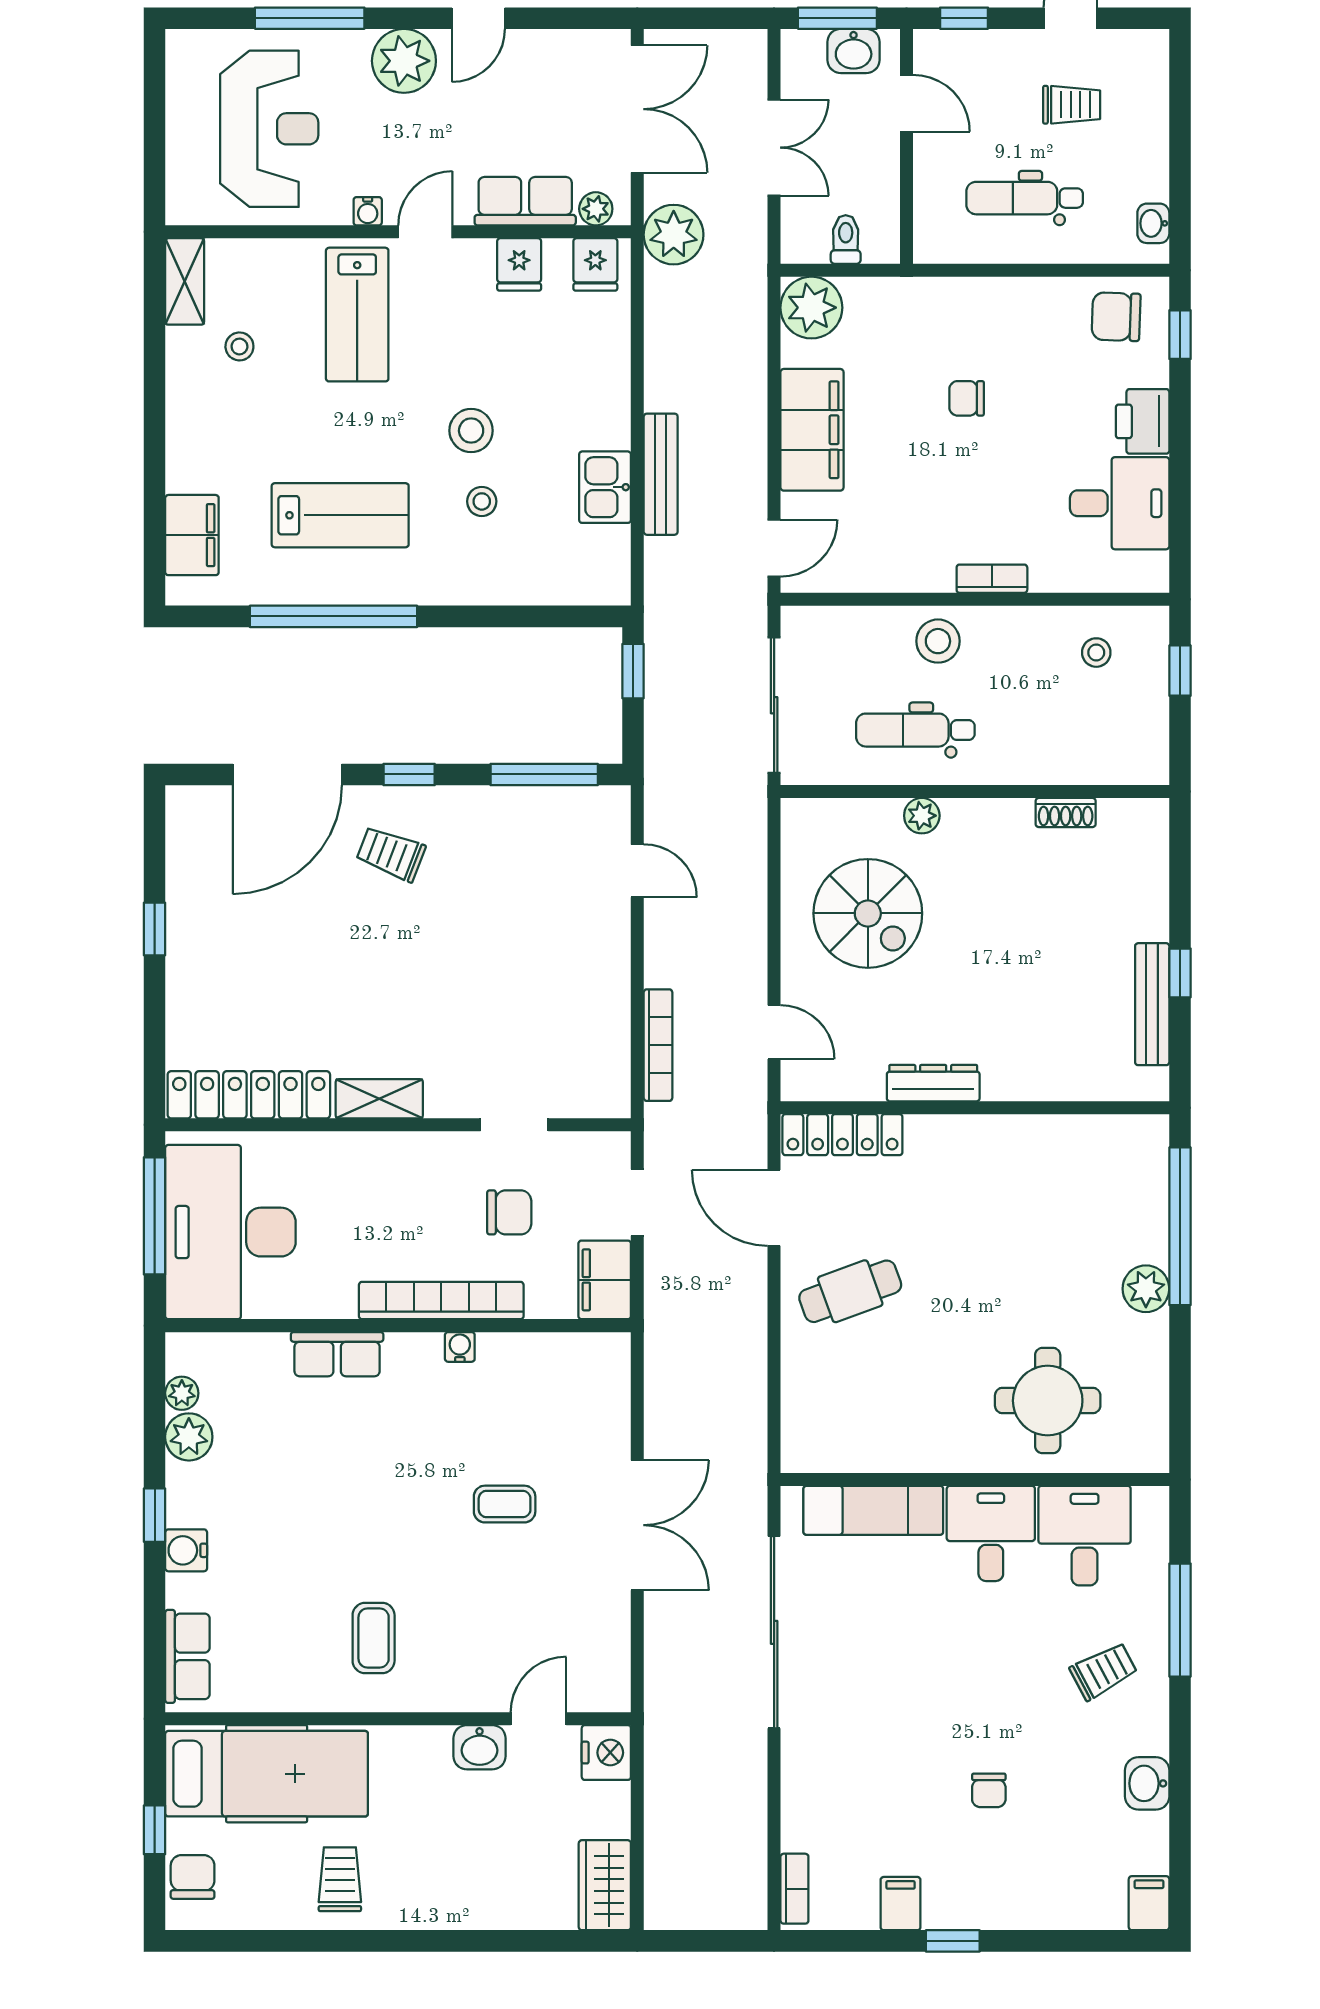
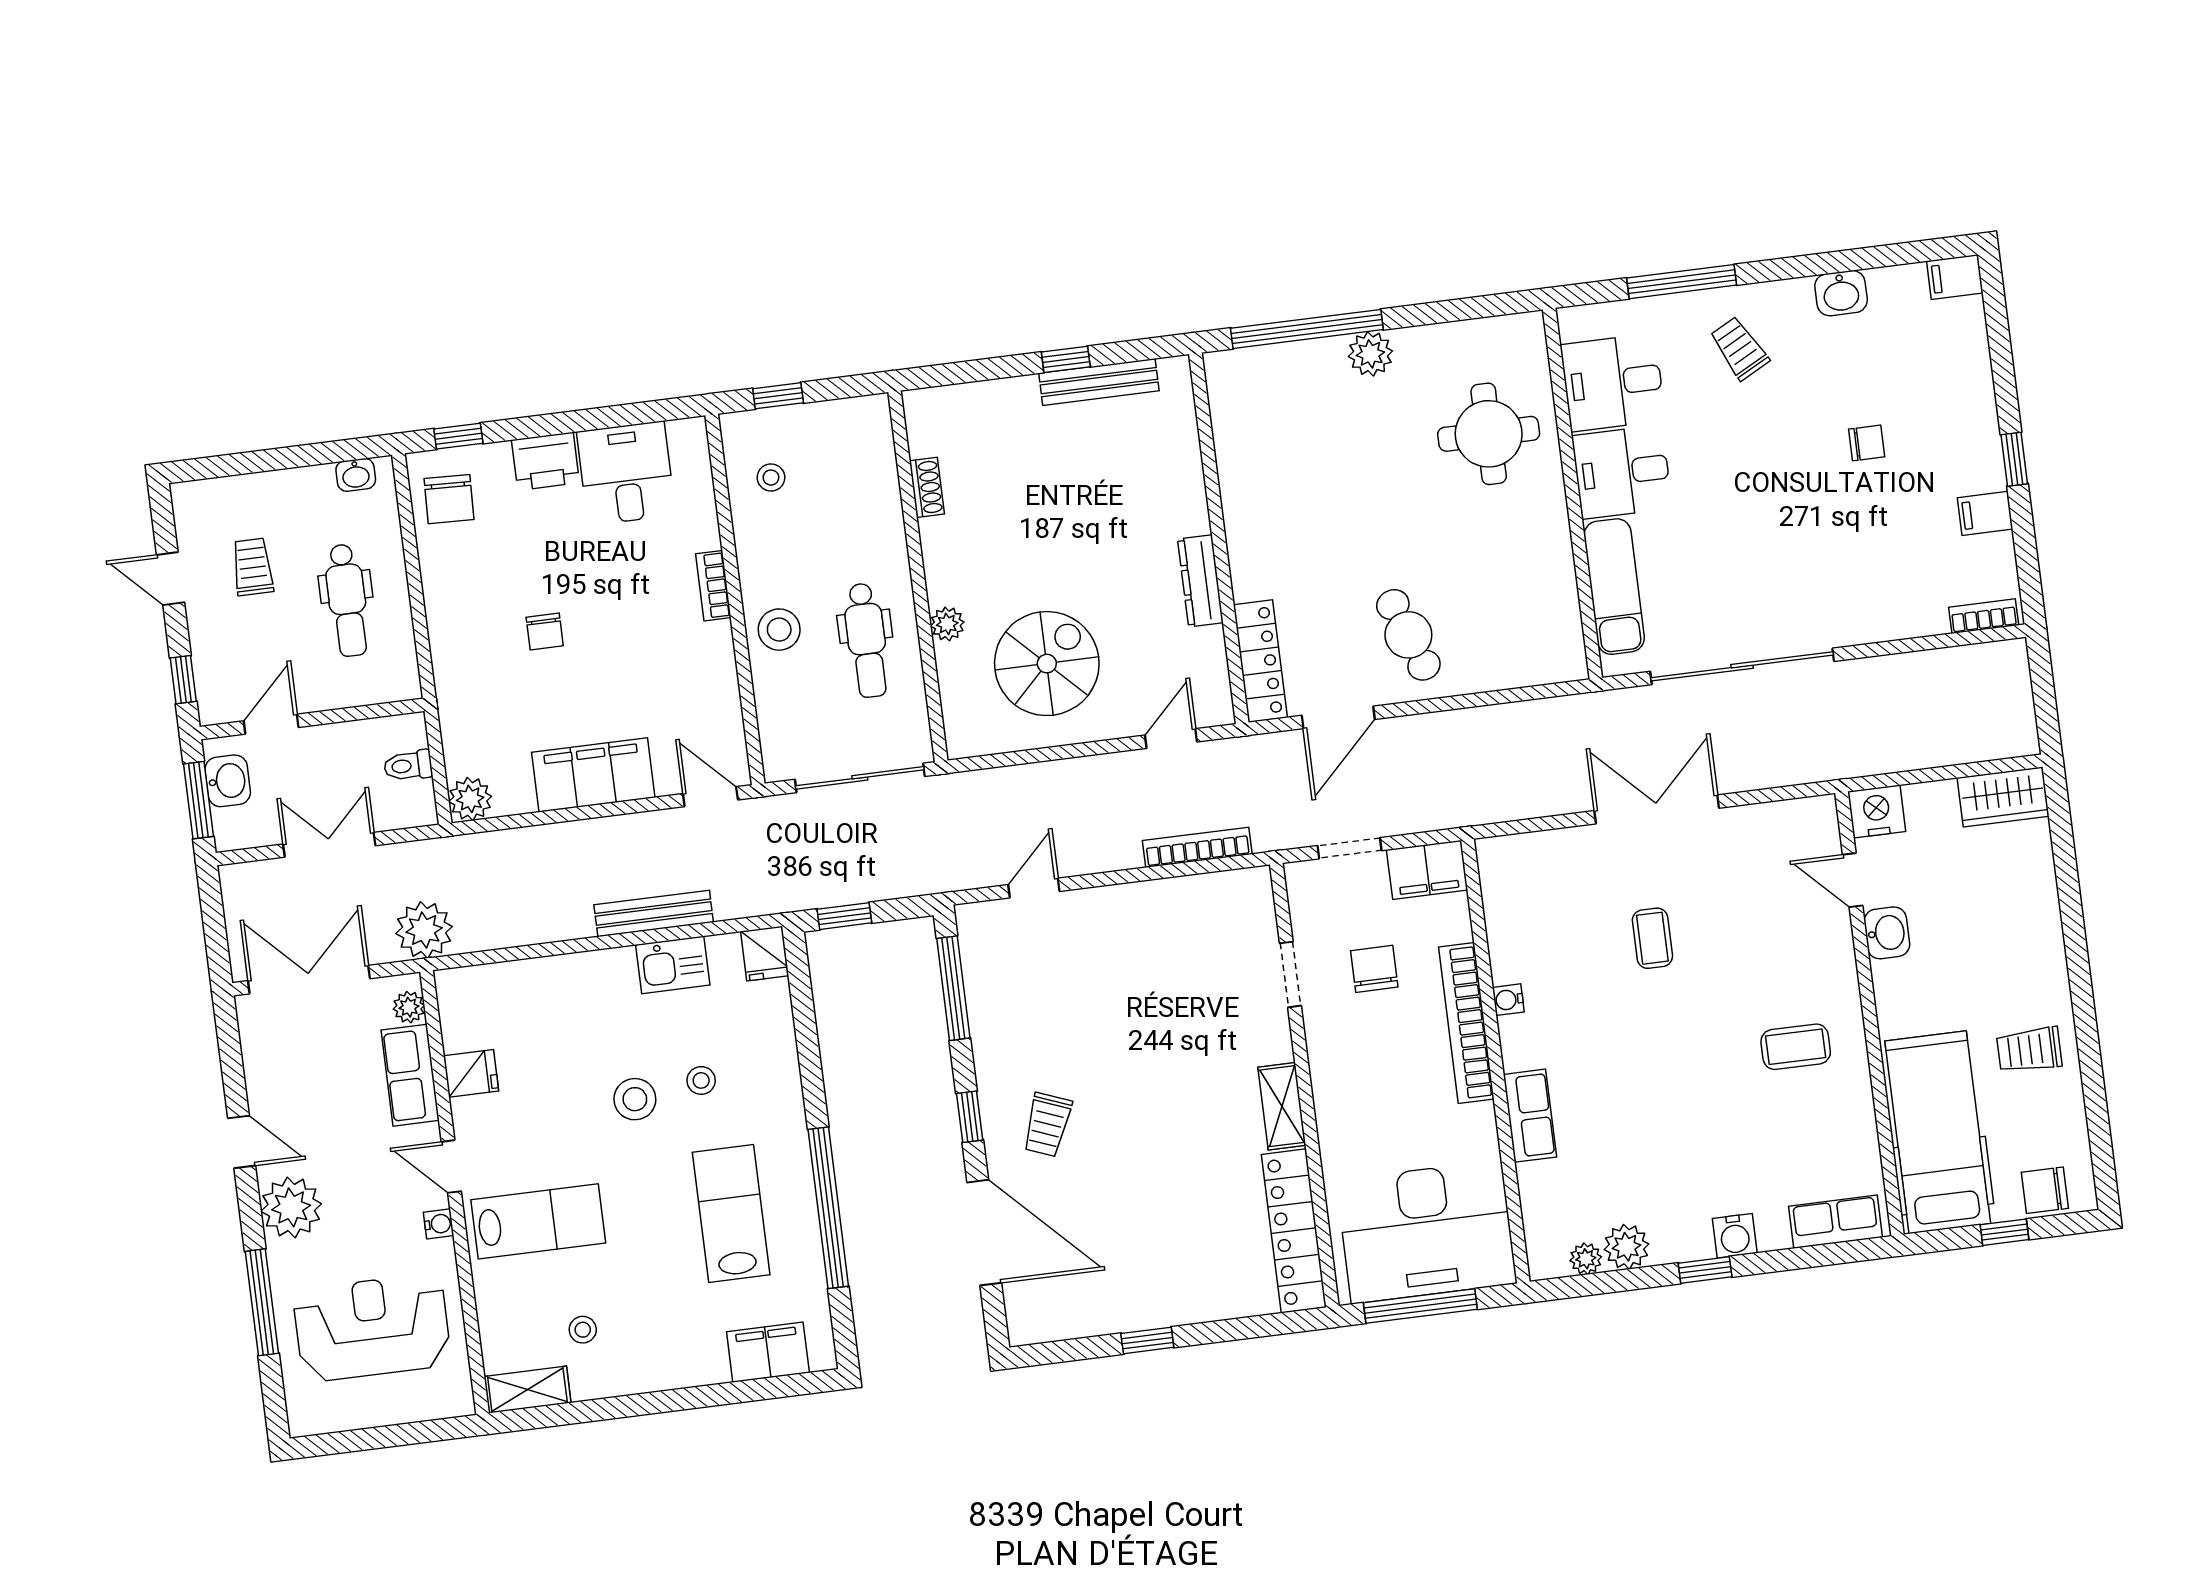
fridge: (595, 264) -> (765, 954), moved, turned 90
plant: (811, 308) -> (470, 799), width x0.73, depth x0.73

